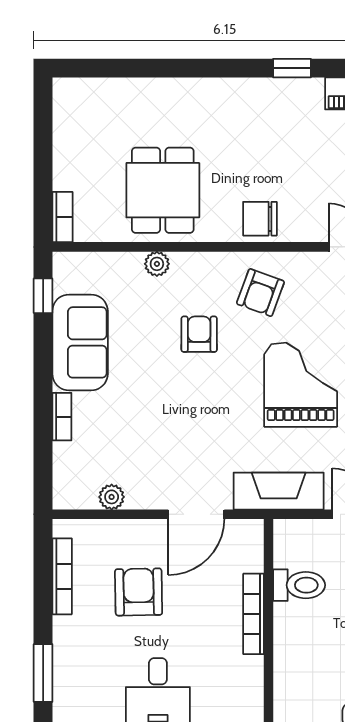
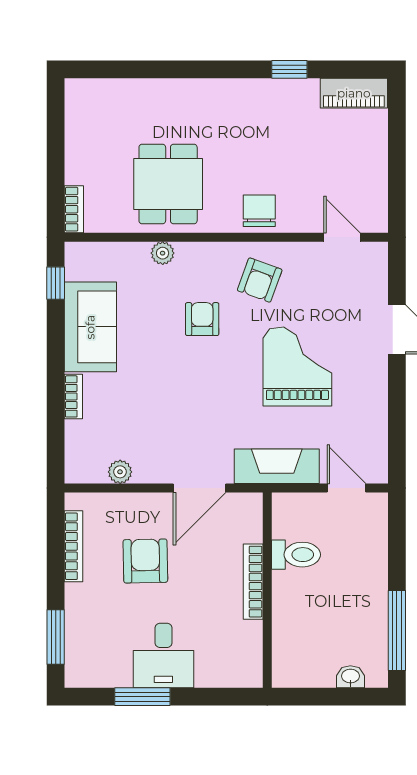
chair: (260, 219) -> (259, 211), turned 90

